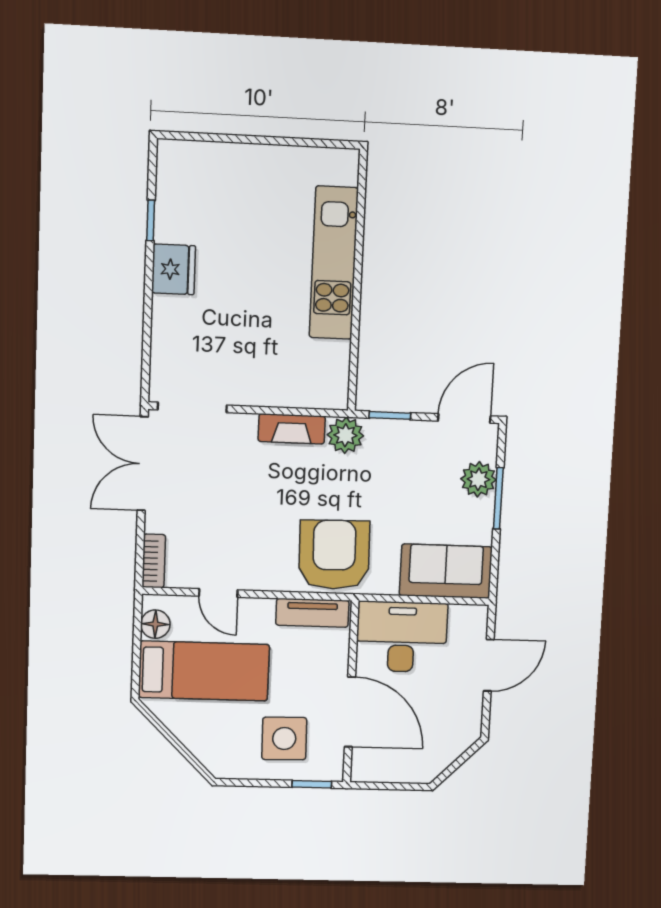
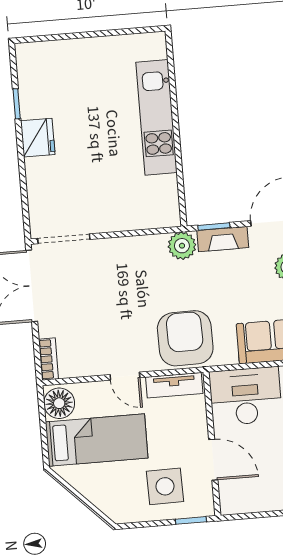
fireplace: (292, 429) -> (223, 239), moved
door: (218, 593) -> (125, 376), moved
floor lamp: (155, 624) -> (59, 403), width x1.38, depth x1.38
door: (350, 712) -> (213, 460), width x0.73

